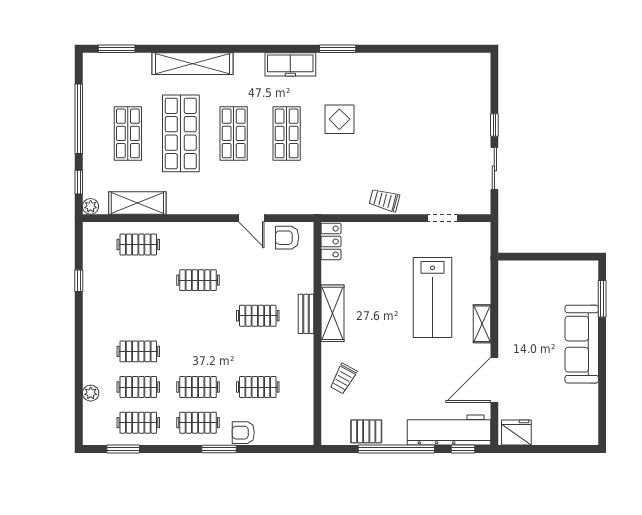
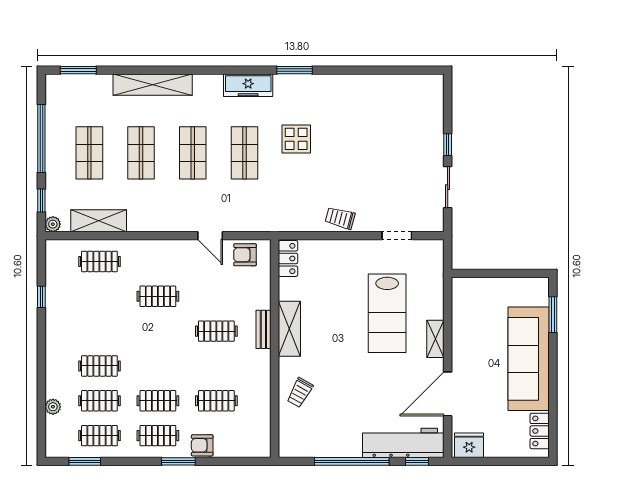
shop shelf: (181, 133) -> (141, 153), width x0.70, depth x0.74
sofa: (582, 344) -> (529, 359), width x1.36, depth x1.27
locker: (589, 418) -> (540, 431), added
pallet: (366, 431) -> (322, 444), removed

